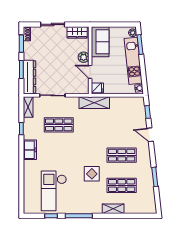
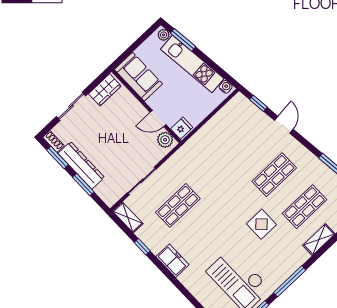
plant: (84, 57) -> (165, 140), moved
dresser: (30, 77) -> (81, 165), moved
shelving: (94, 103) -> (193, 147), removed
door: (150, 135) -> (284, 125), swing flipped

